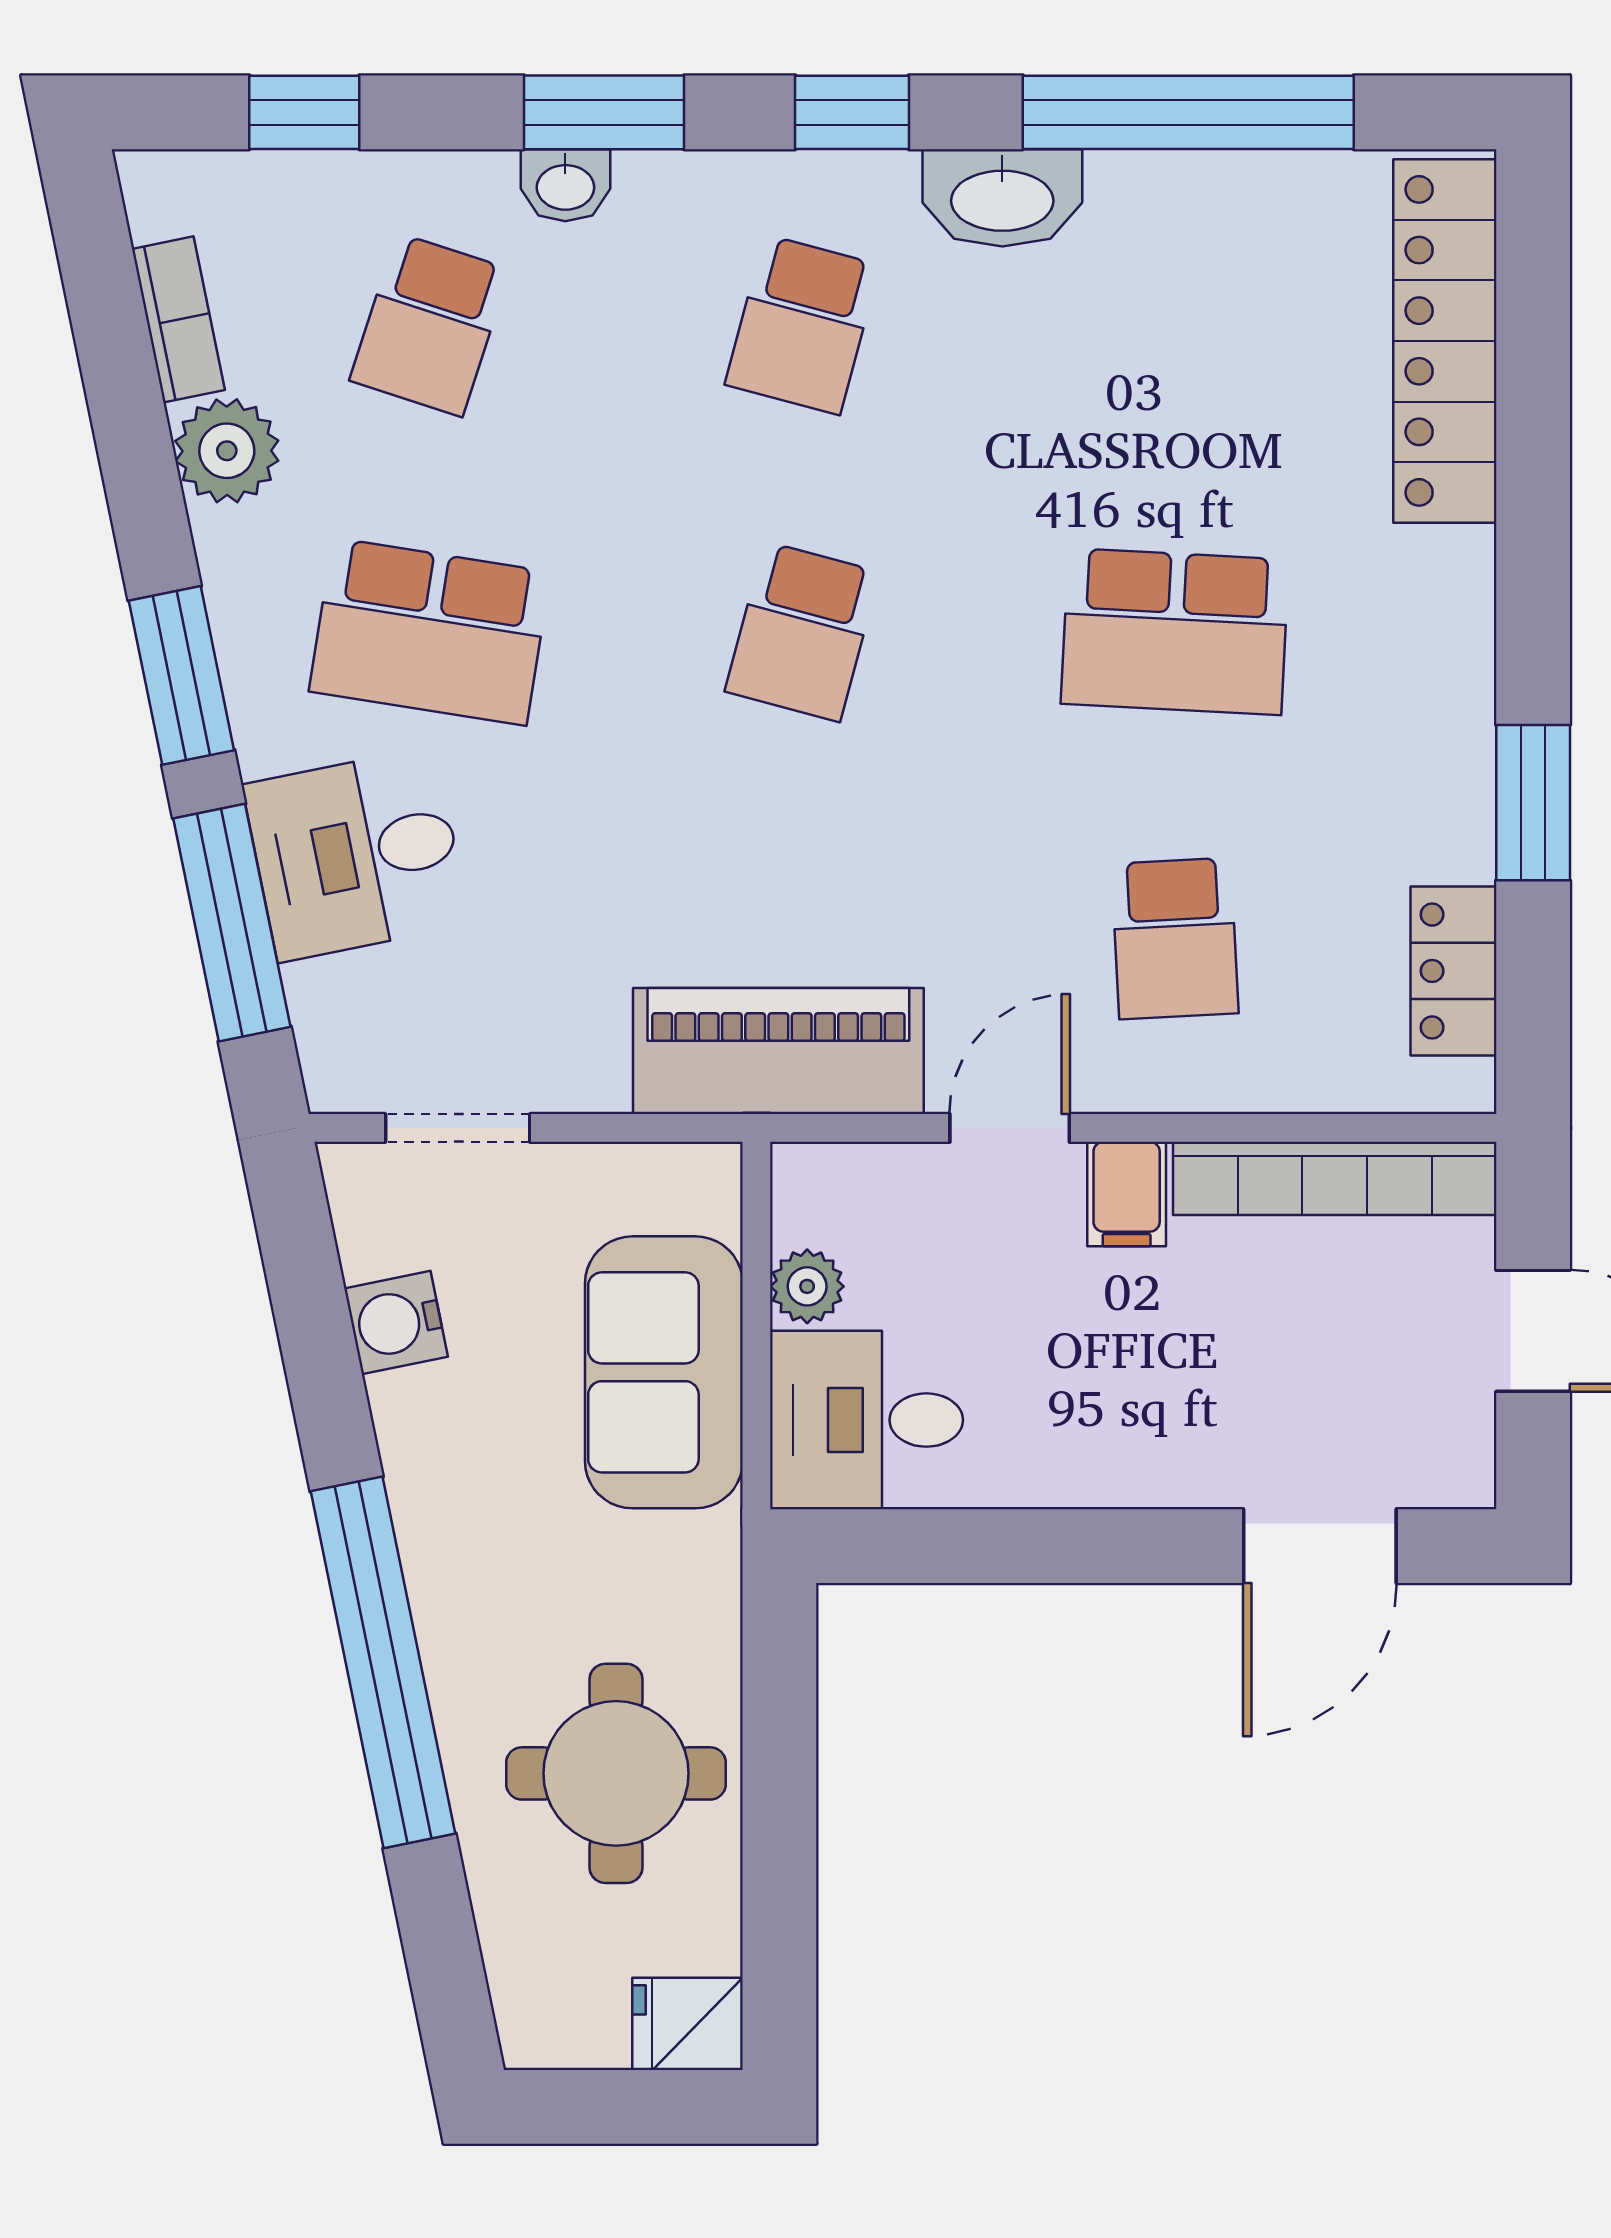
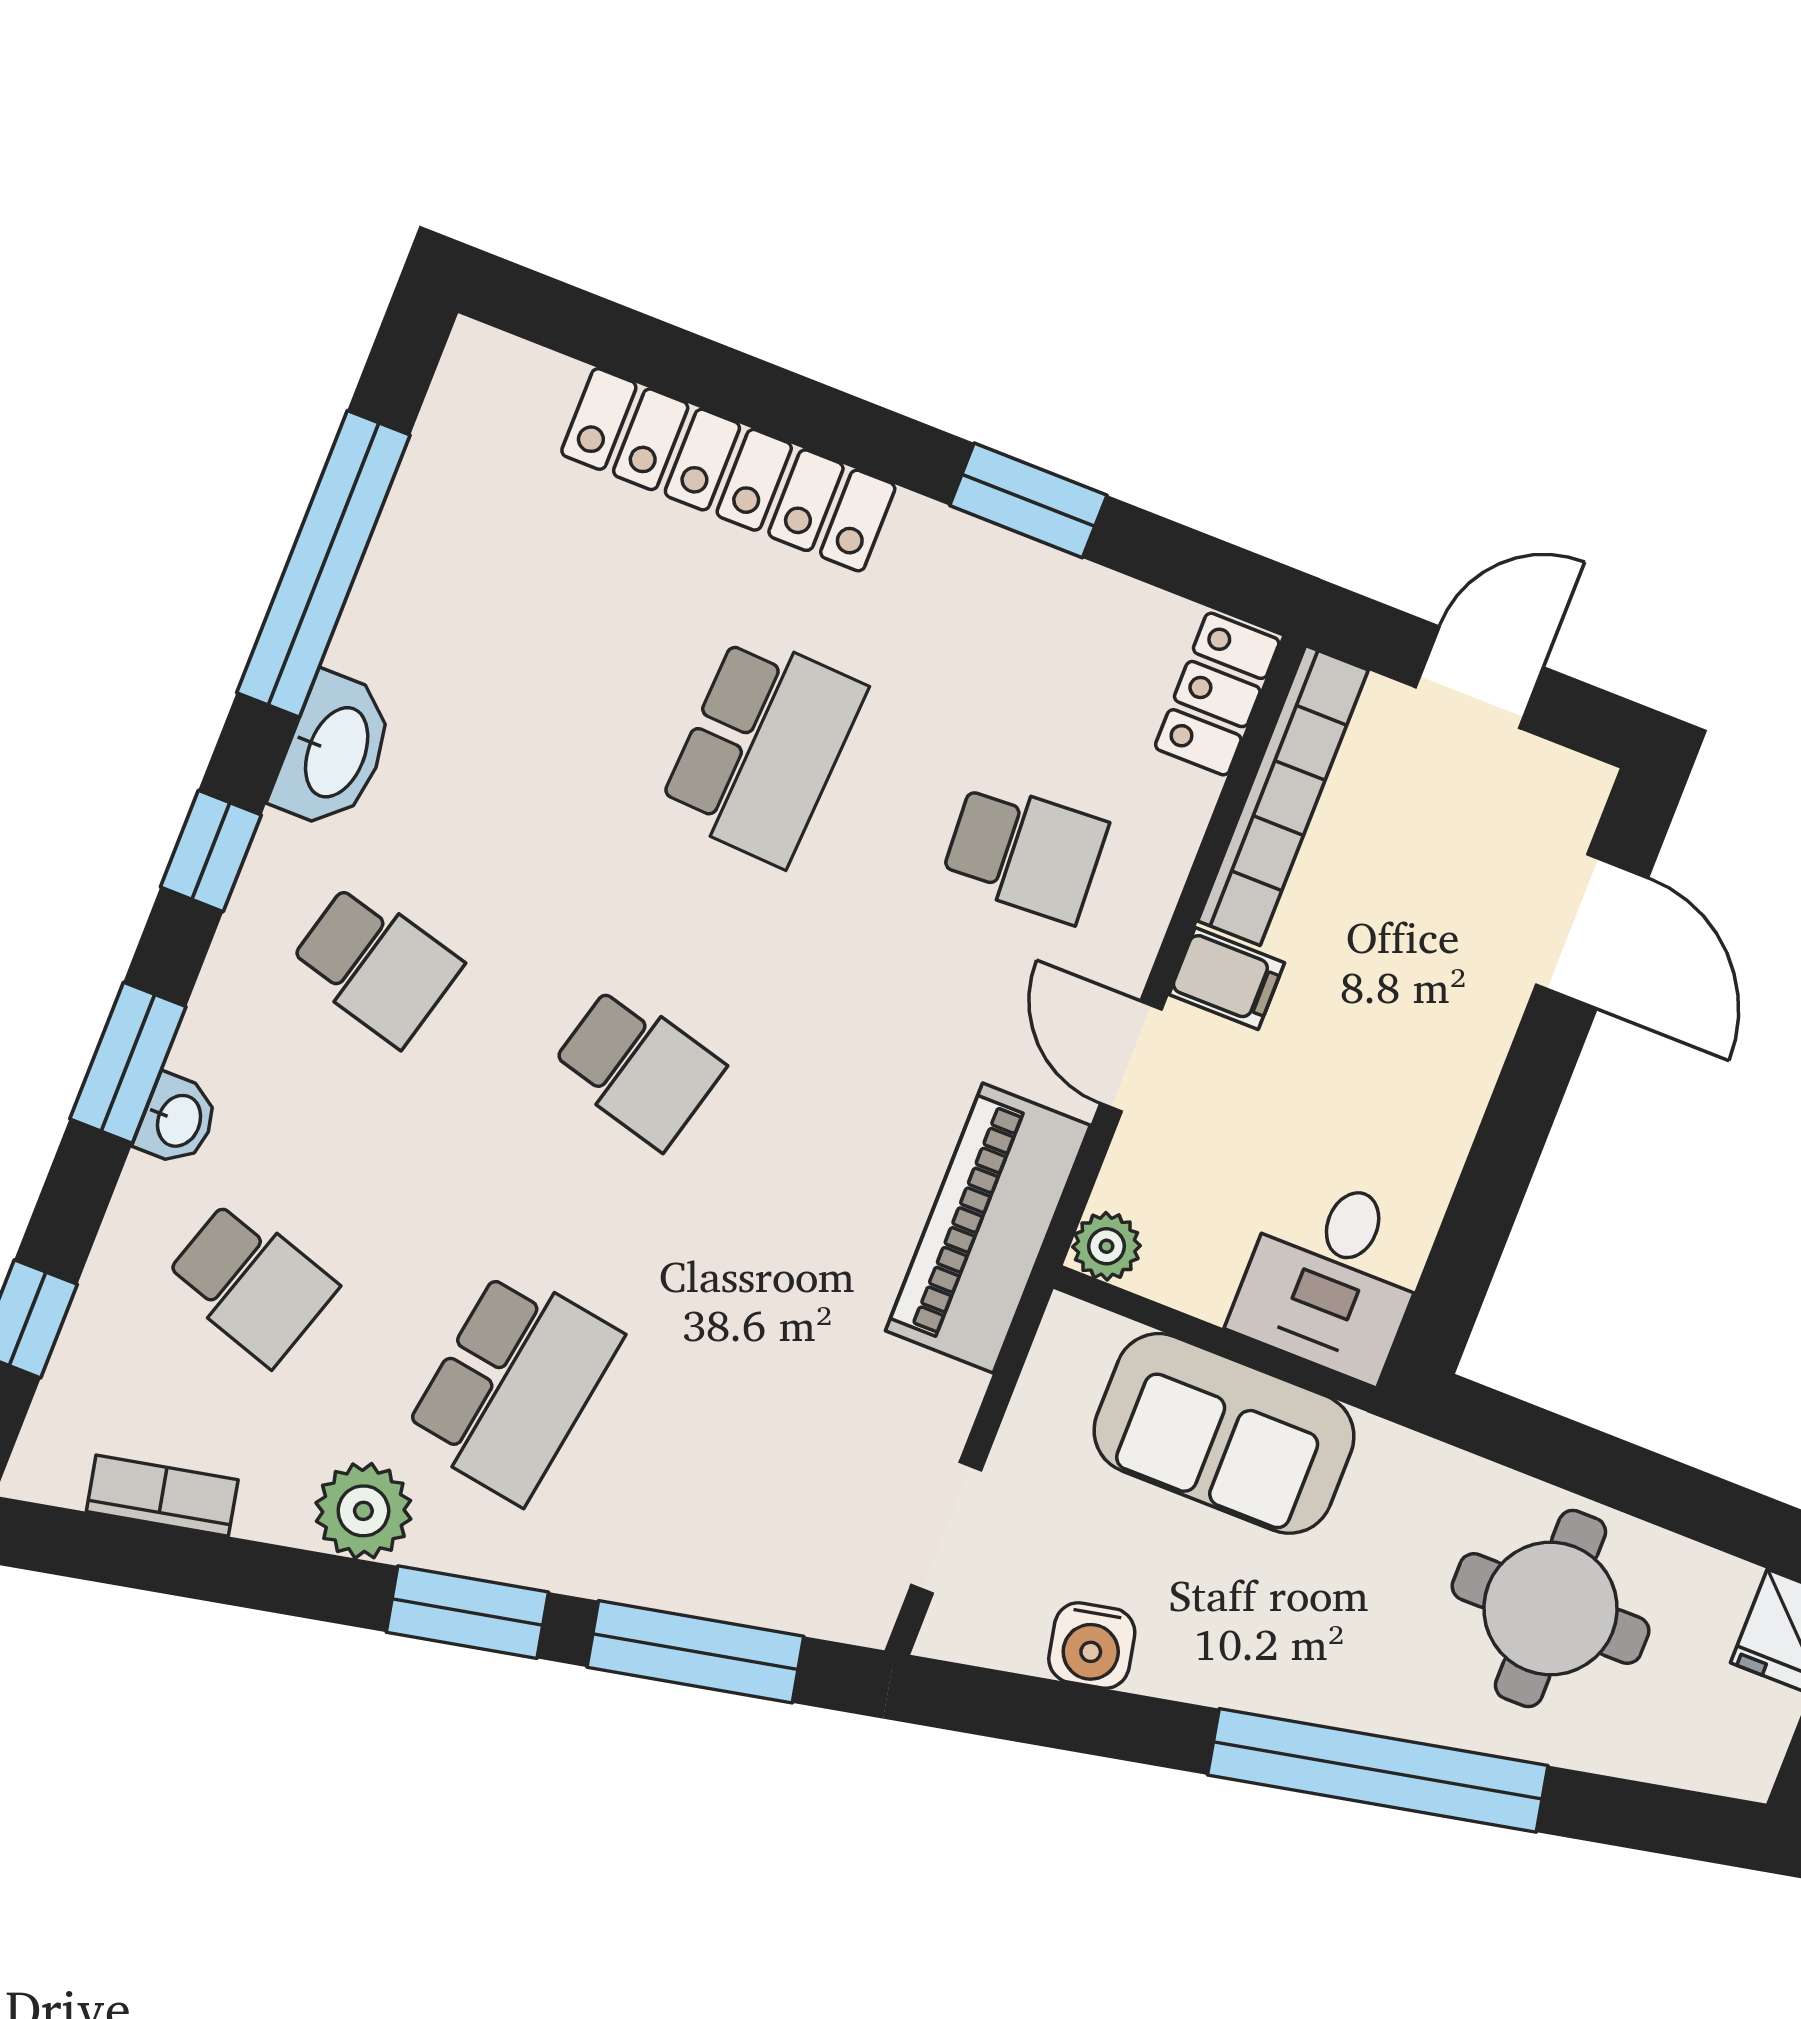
locker: (1445, 341) -> (728, 470), moved
plant: (227, 451) -> (363, 1511), moved
desk: (356, 854) -> (679, 1523), removed
locker: (1453, 971) -> (1217, 694), moved, turned 90
plant: (807, 1286) -> (1107, 1246), moved

